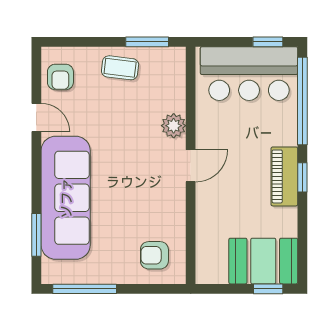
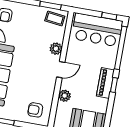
coffee table: (120, 68) -> (55, 19), moved
plant: (208, 216) -> (65, 96), added

